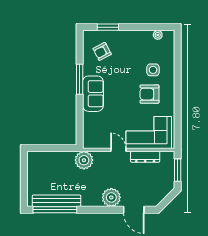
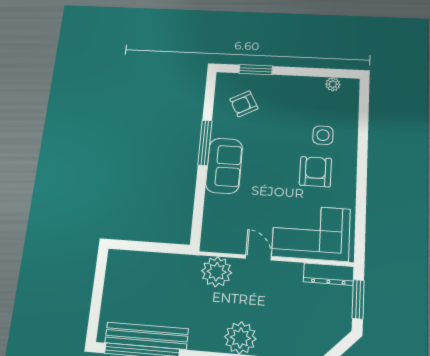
armchair: (149, 94) -> (315, 172), turned 90
dresser: (145, 157) -> (329, 274), moved
plant: (84, 160) -> (217, 272), moved

